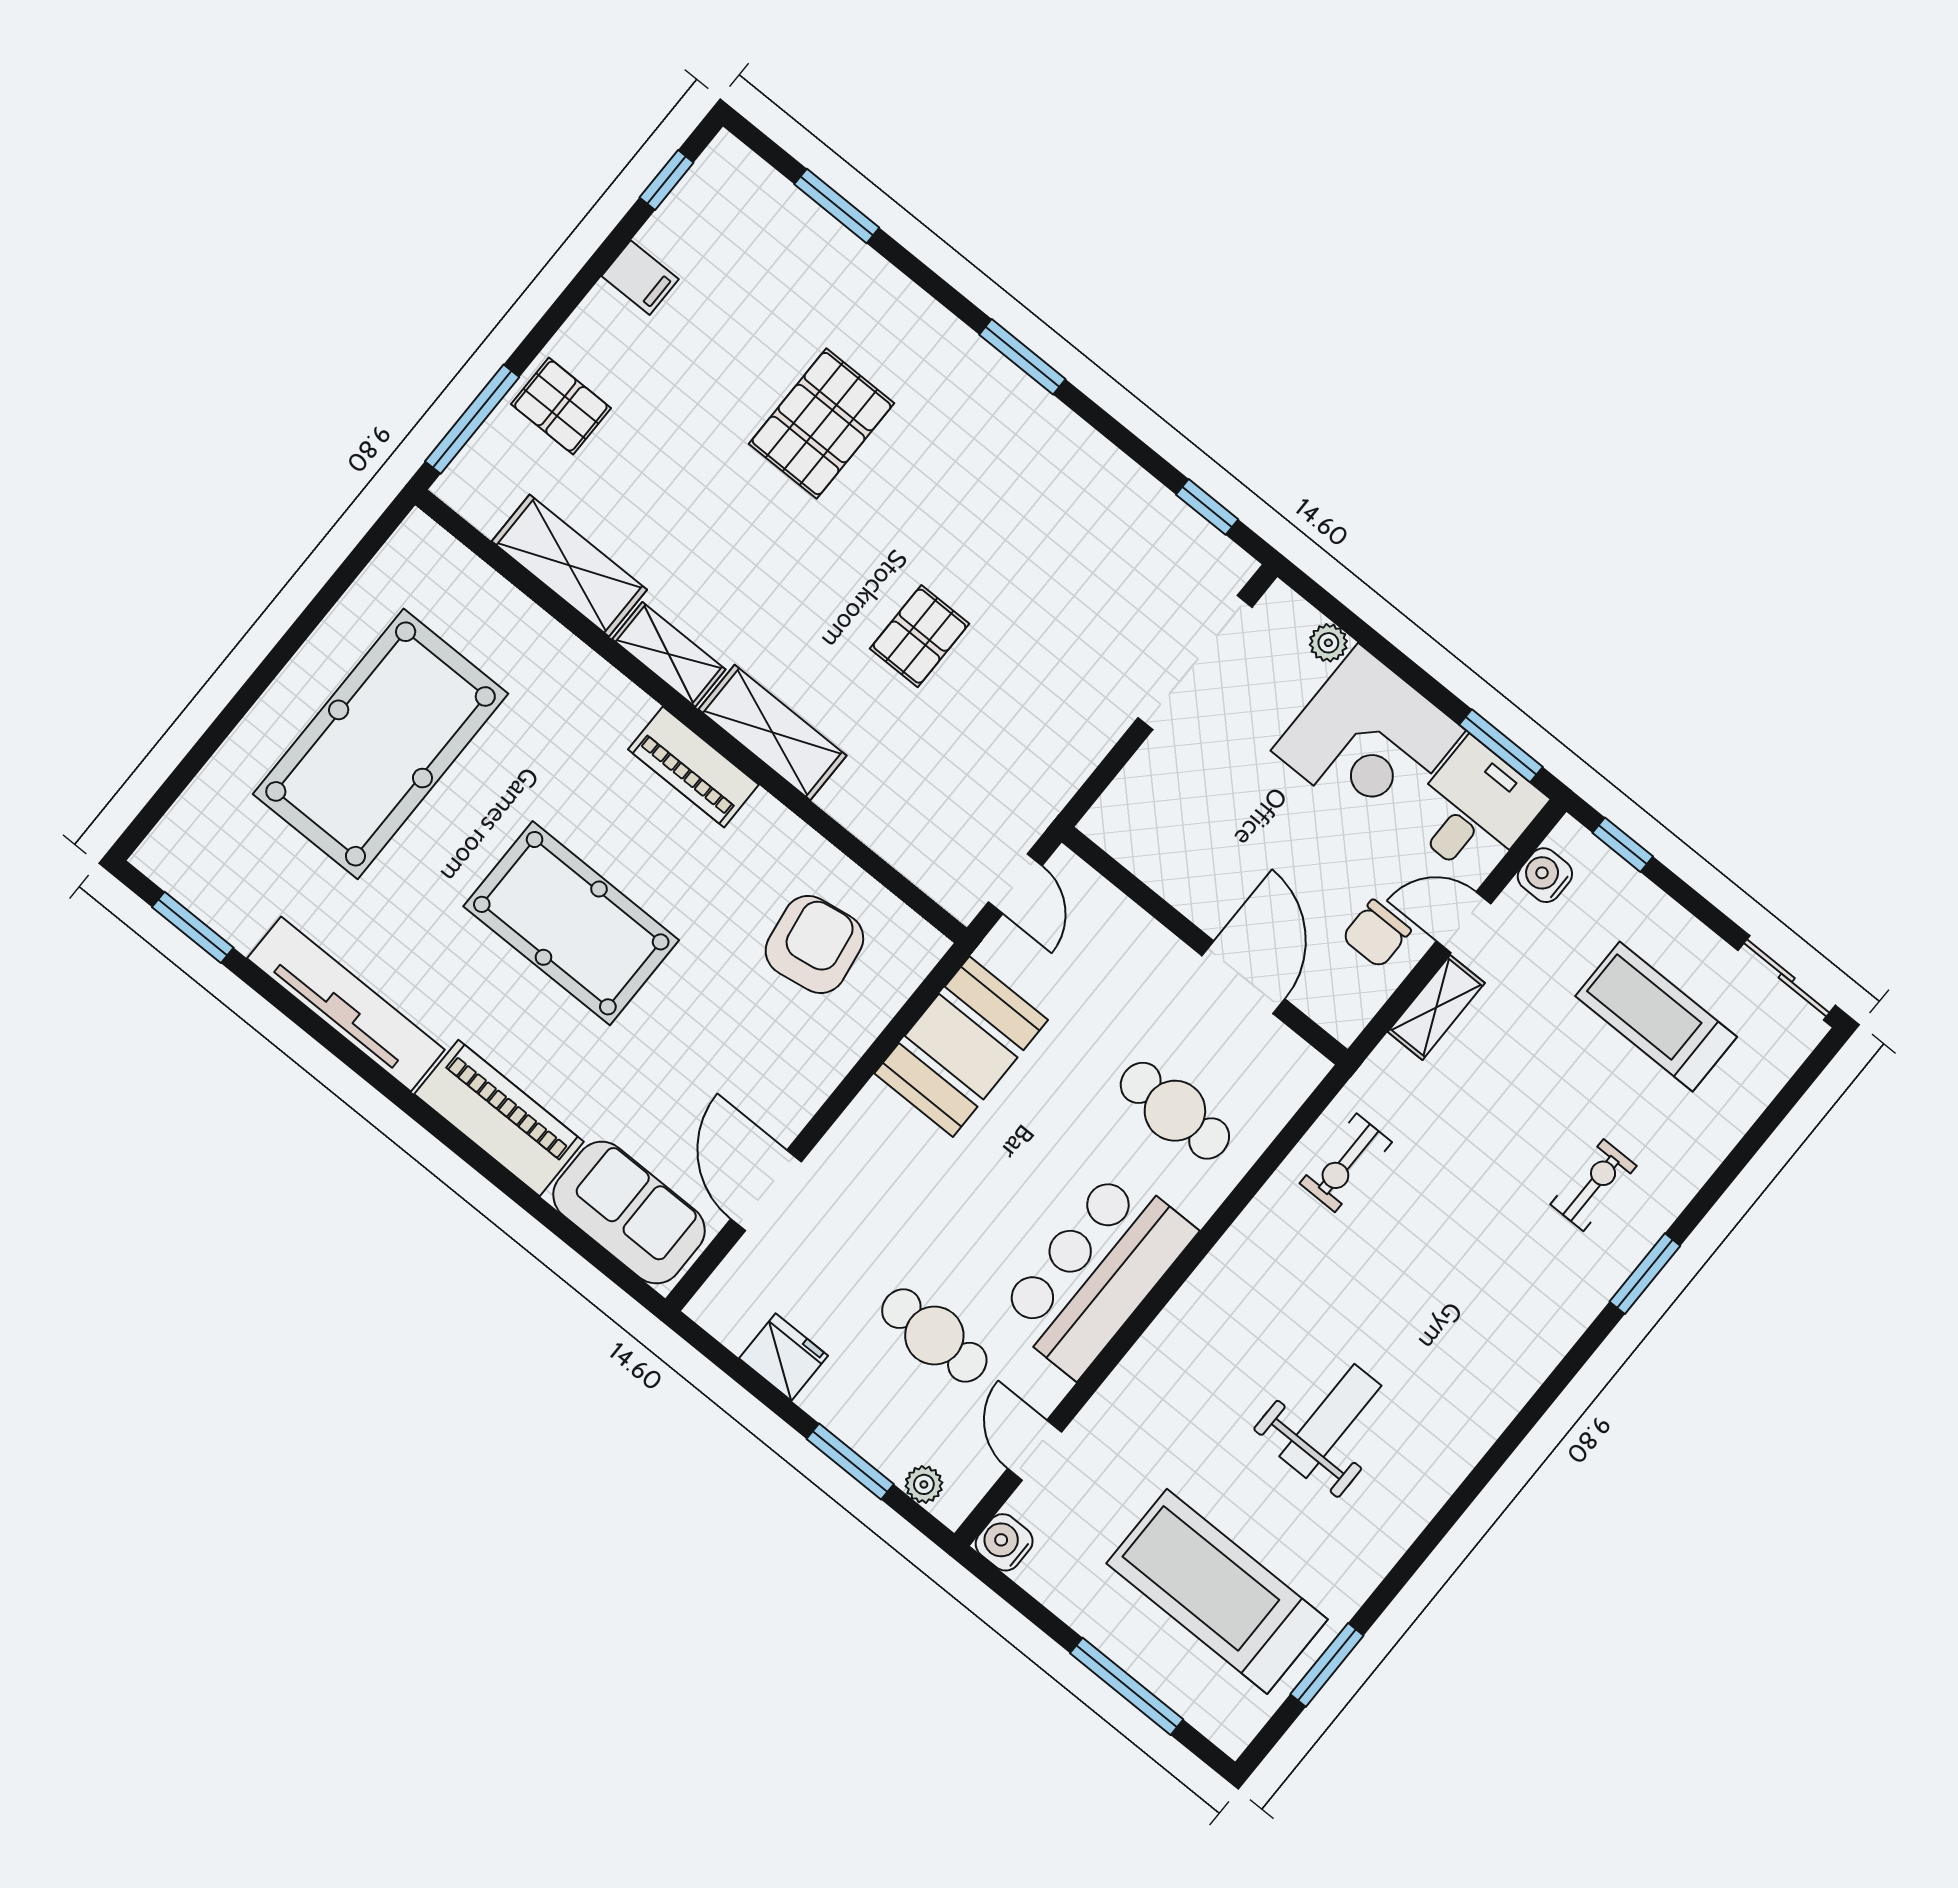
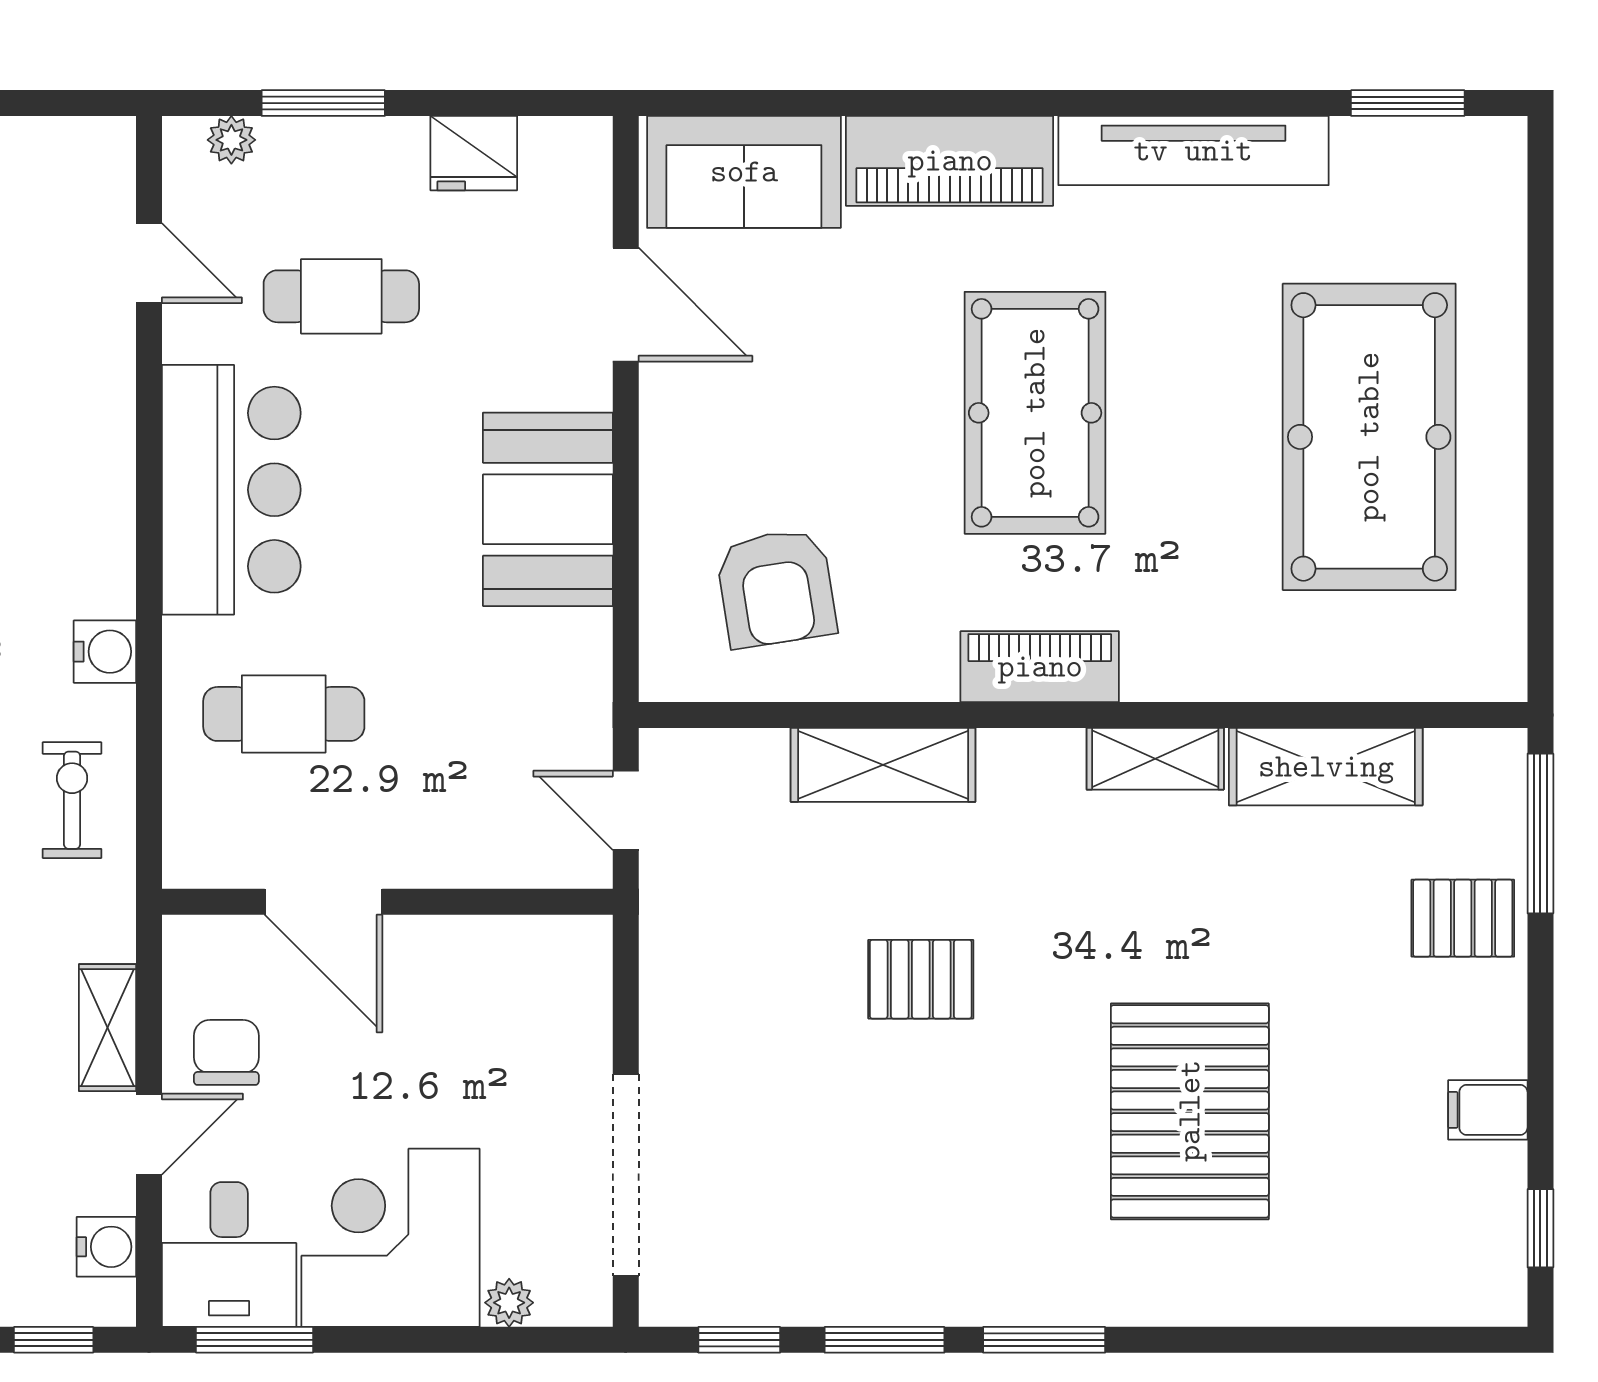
window: (837, 206) -> (884, 1340), moved
pallet: (821, 424) -> (1190, 1111), width x1.37, depth x1.41
pallet: (919, 636) -> (921, 979), turned 90
shelving: (772, 732) -> (883, 765), moved
pool table: (571, 923) -> (1035, 413), turned 90
booth: (961, 1047) -> (548, 509), moved
water cooler: (1004, 1542) -> (105, 652), moved

